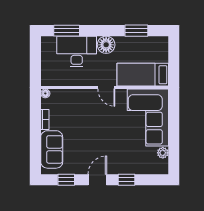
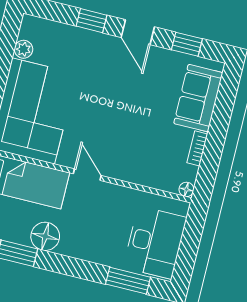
floor lamp: (106, 45) -> (45, 236), moved
desk: (77, 52) -> (155, 242), moved, turned -90
door: (97, 180) -> (138, 32), hinge flipped

